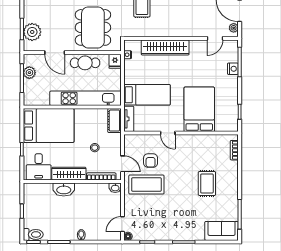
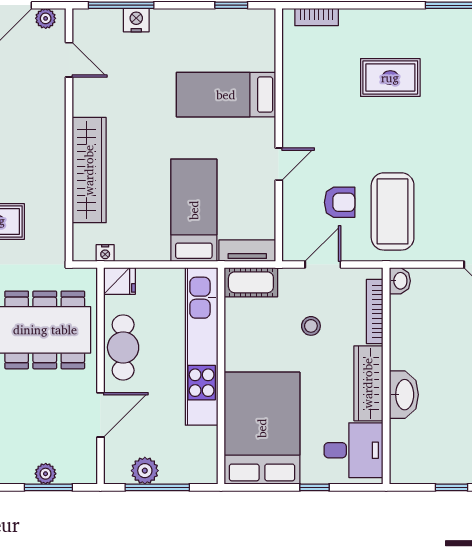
plant: (32, 32) -> (46, 474), width x0.53, depth x0.53
bed: (199, 109) -> (226, 95), width x0.67
door: (122, 164) -> (323, 265), moved

